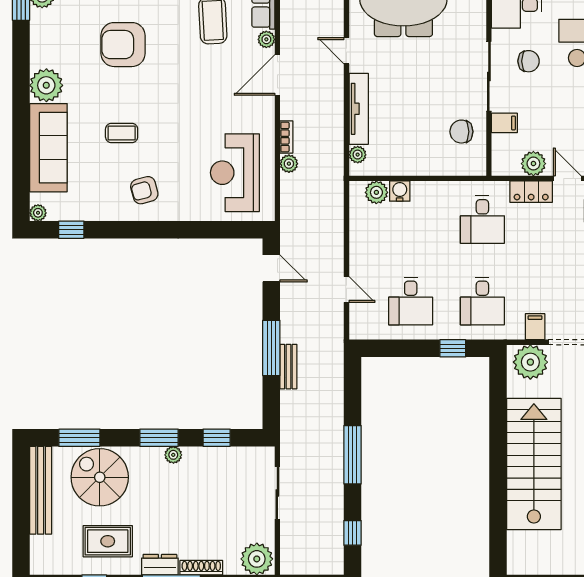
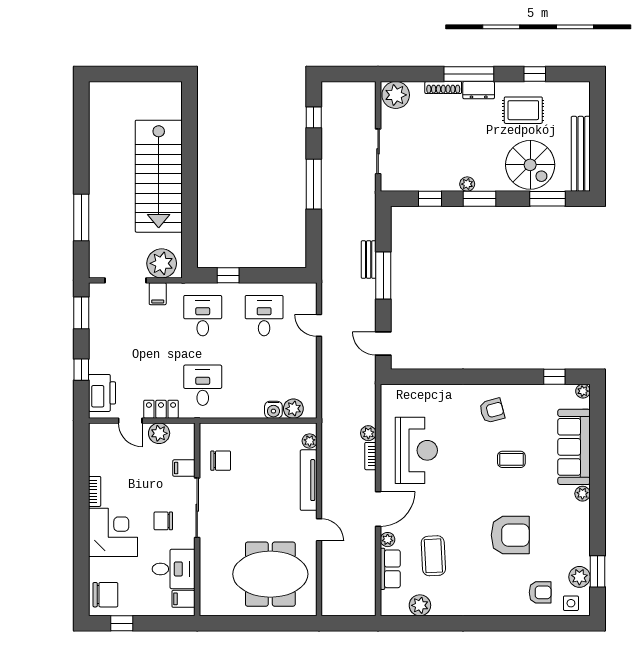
plant: (46, 85) -> (582, 494), width x0.53, depth x0.53
reception desk: (235, 173) -> (416, 450), moved

